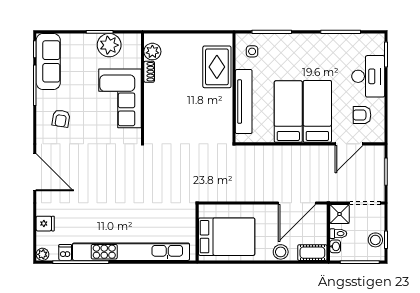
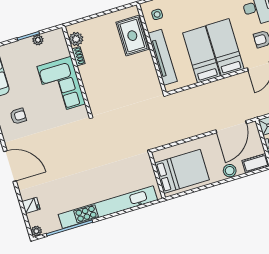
plant: (109, 45) -> (38, 40), width x0.53, depth x0.53
armchair: (61, 119) -> (18, 116), turned -99
dishwasher: (65, 253) -> (55, 224), removed

